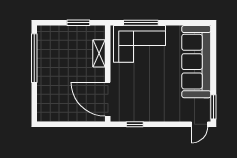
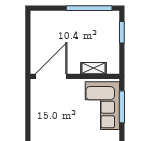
window: (78, 23) -> (122, 32), moved
window: (135, 124) -> (28, 101), removed

